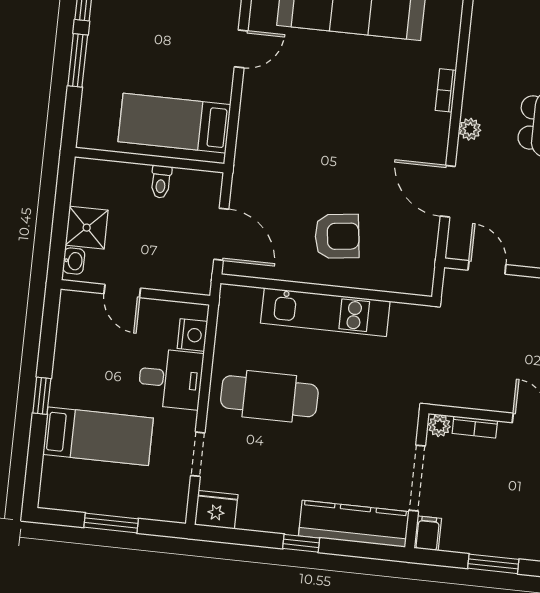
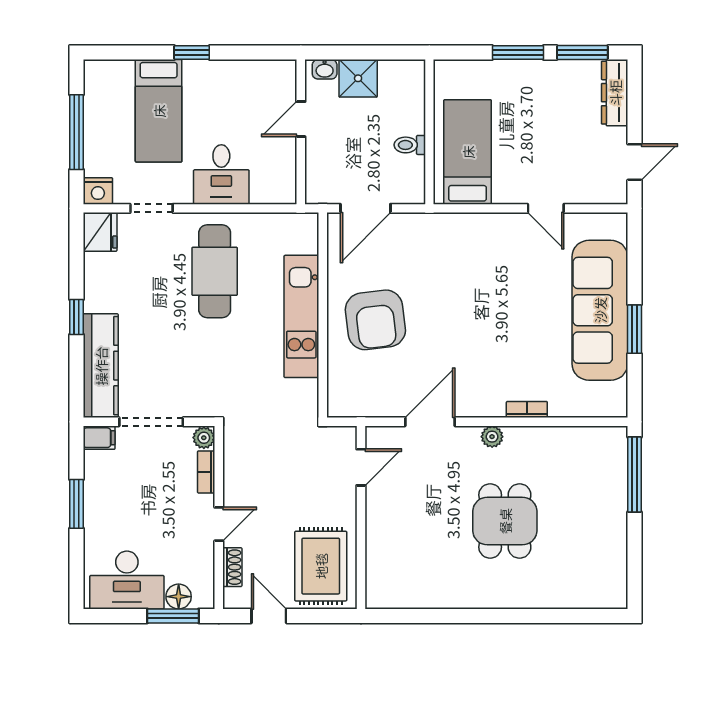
armchair: (337, 236) -> (375, 320), width x1.36, depth x1.36
nightstand: (192, 335) -> (98, 191), moved
window: (111, 523) -> (77, 132), width x1.44

